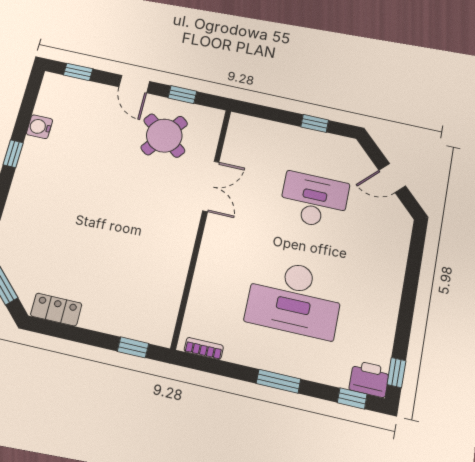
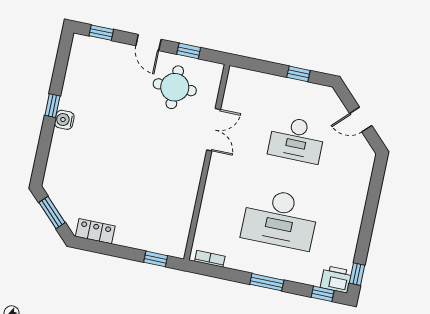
water cooler: (39, 127) -> (64, 120), moved
round table: (164, 136) -> (175, 87), turned -37
desk: (314, 200) -> (297, 140), turned 180

